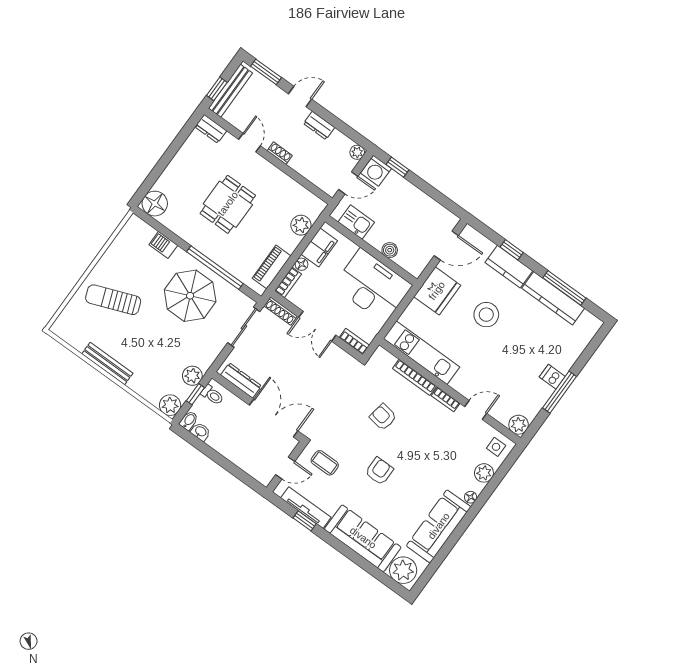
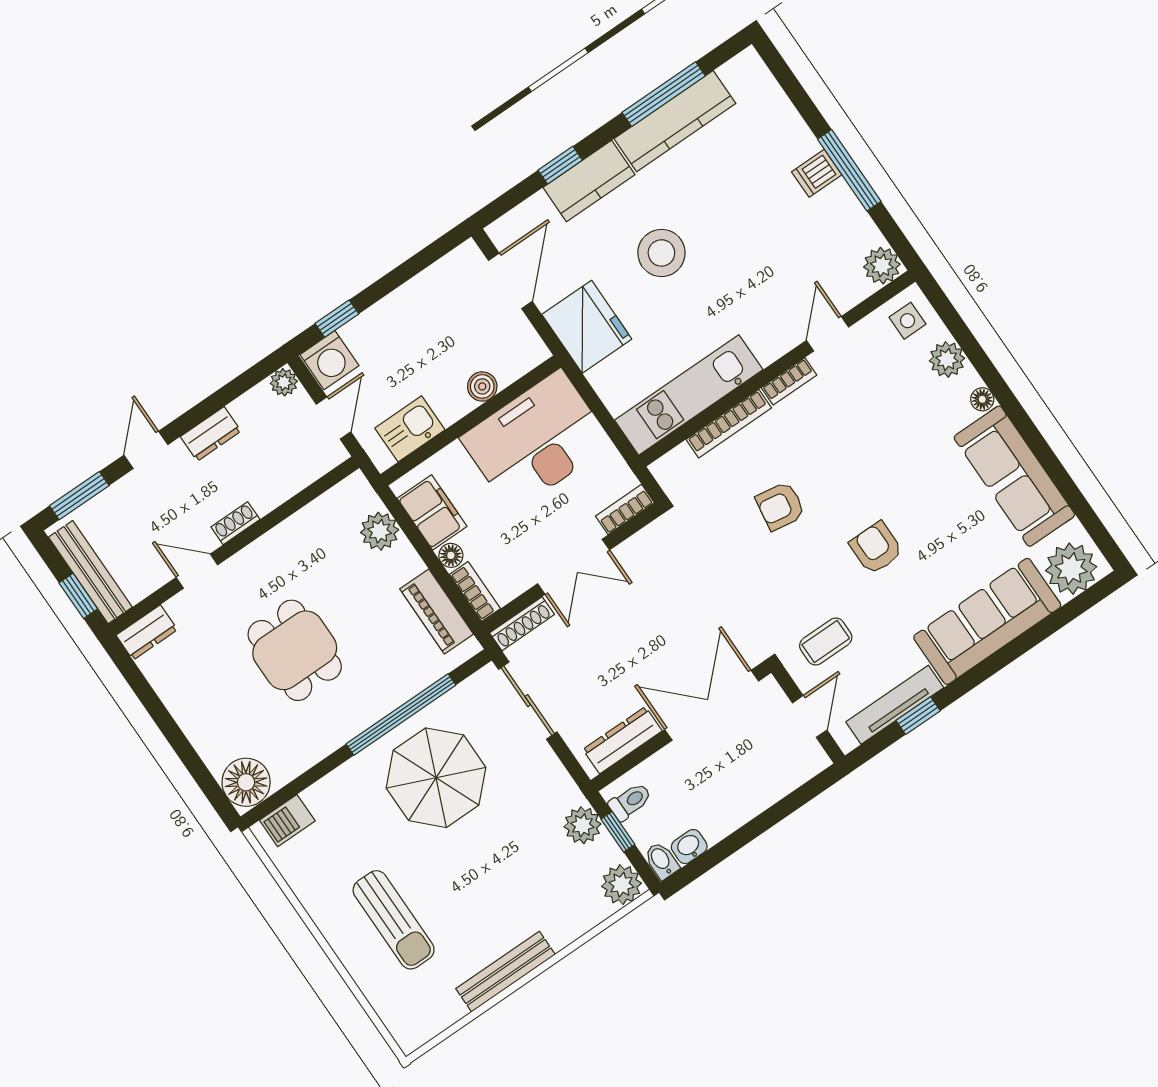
barbecue: (163, 245) -> (287, 821), moved
sun lounger: (113, 300) -> (394, 920), turned -69

